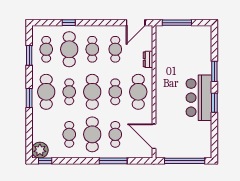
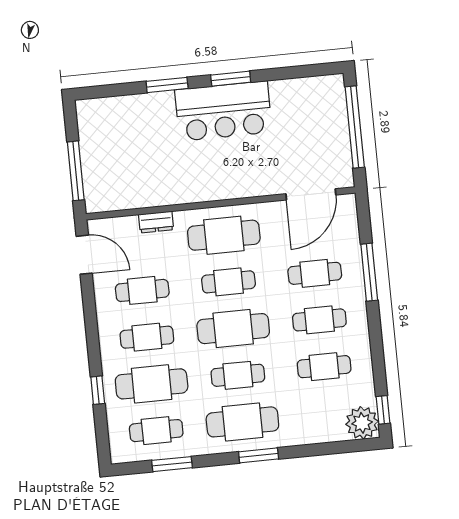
cafe table: (92, 134) -> (319, 320), width x0.73, depth x0.74

